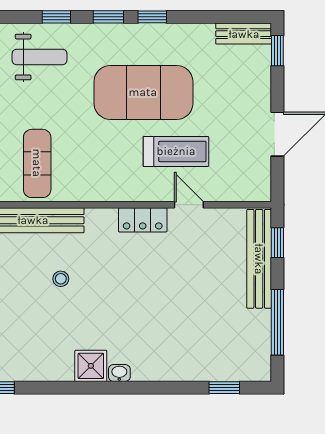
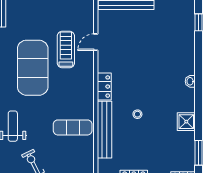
locker: (143, 220) -> (104, 87), moved
shower: (91, 366) -> (186, 122), moved

